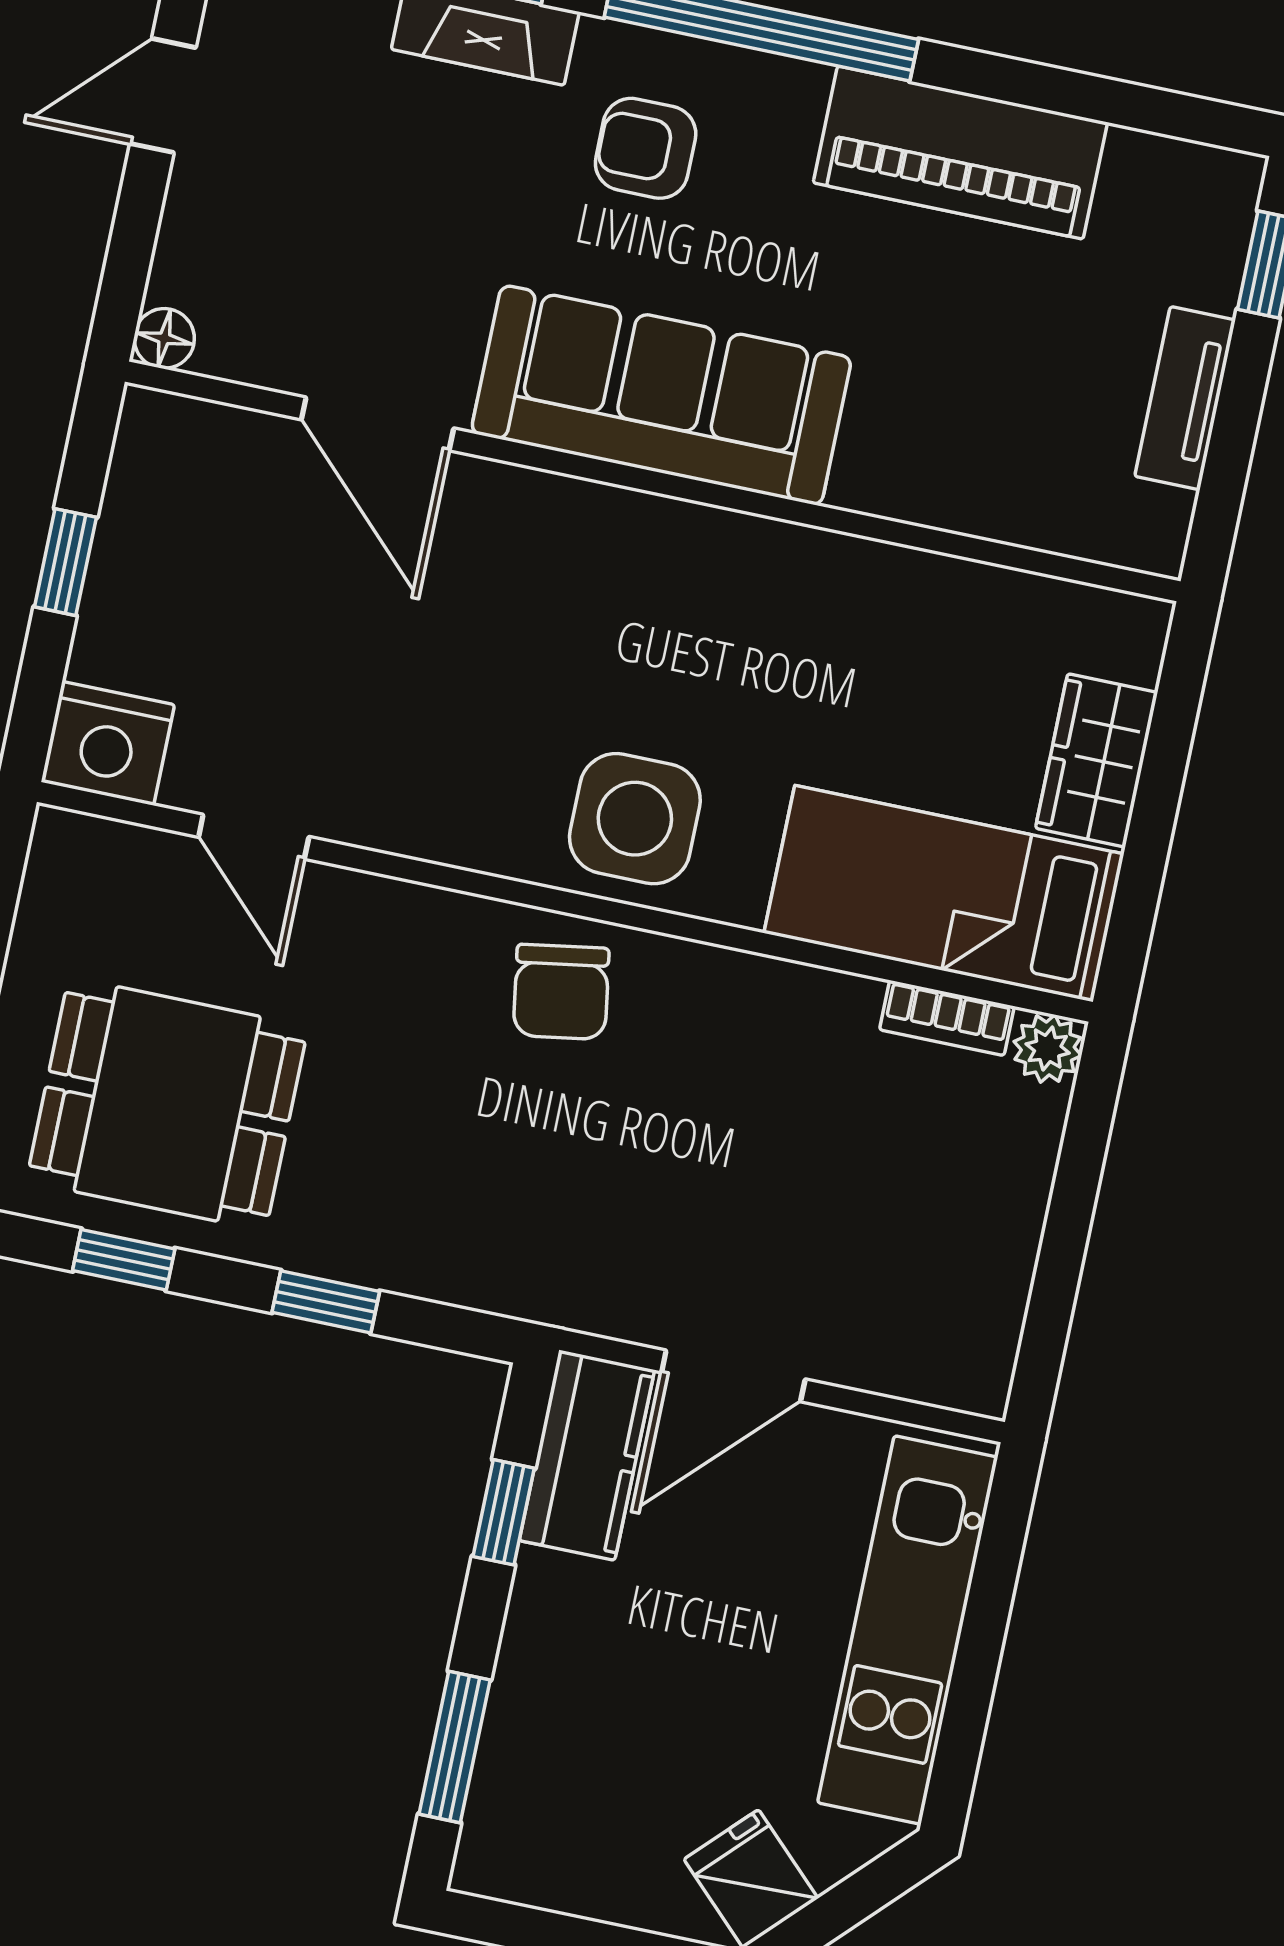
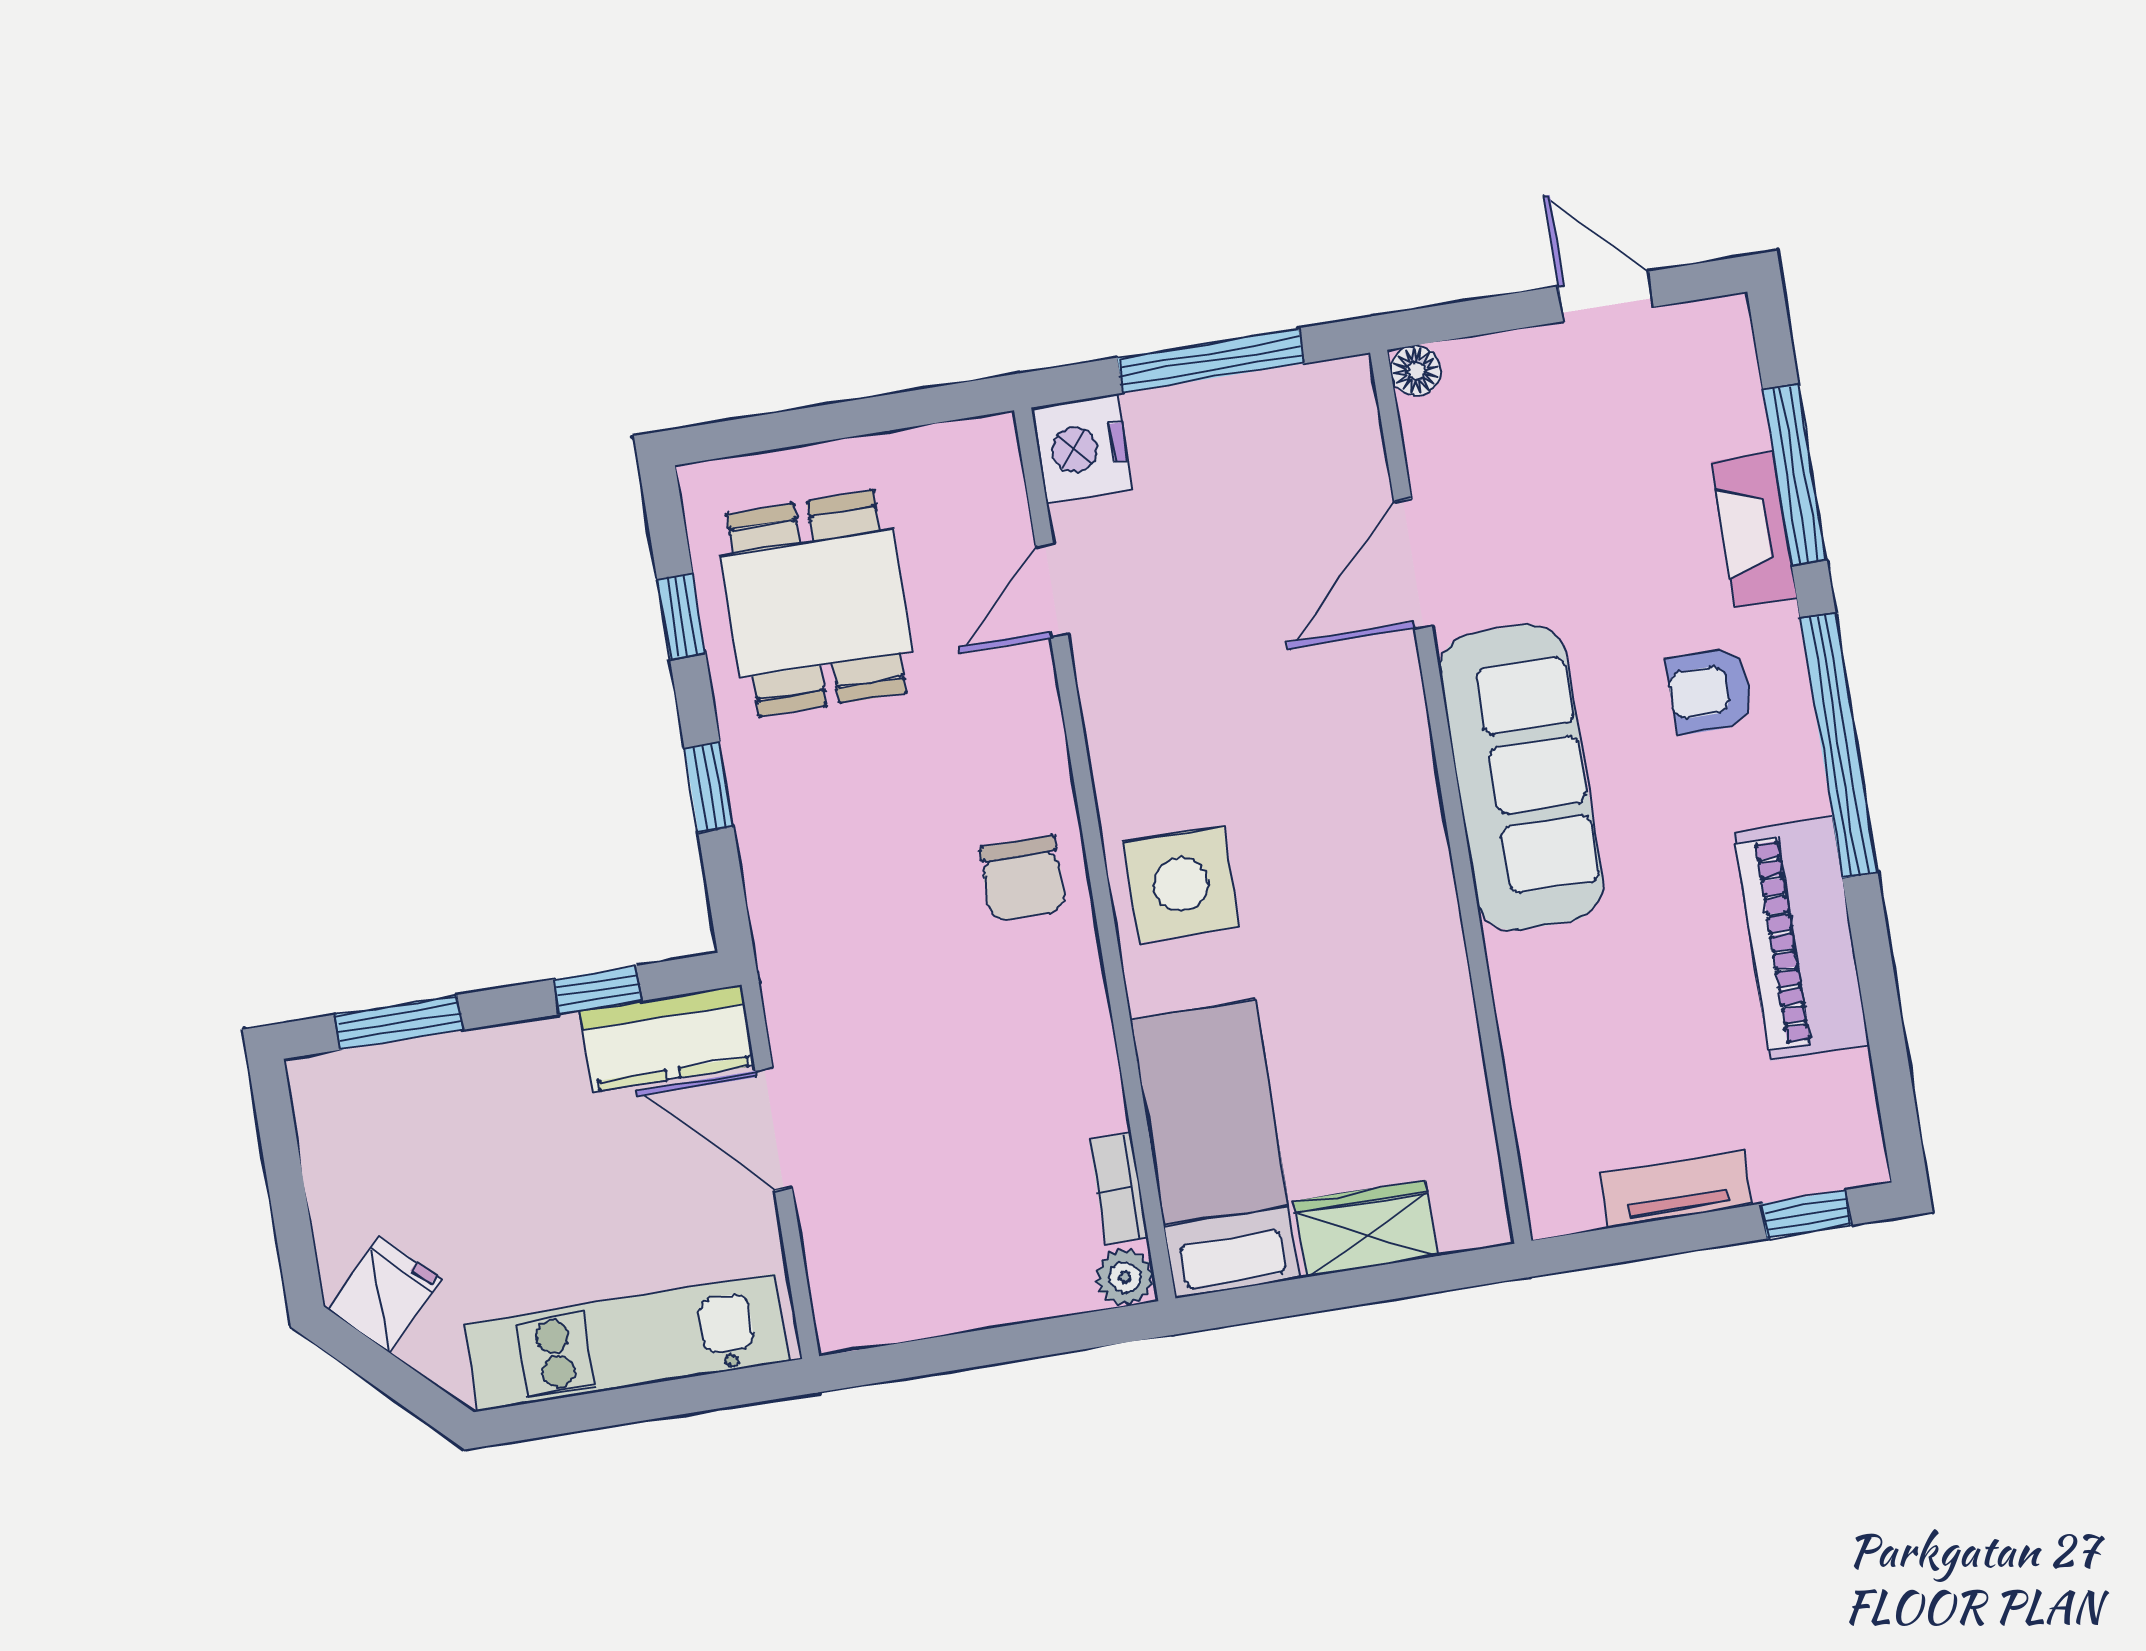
armchair: (646, 148) -> (1710, 691), turned -90
window: (65, 562) -> (1211, 360), width x2.17
chair: (561, 992) -> (1023, 879), turned -81

